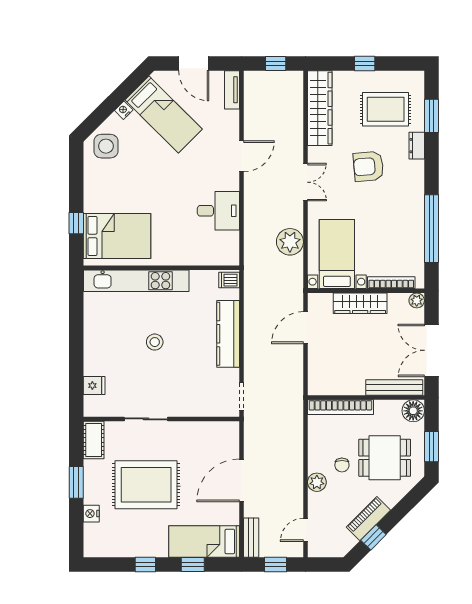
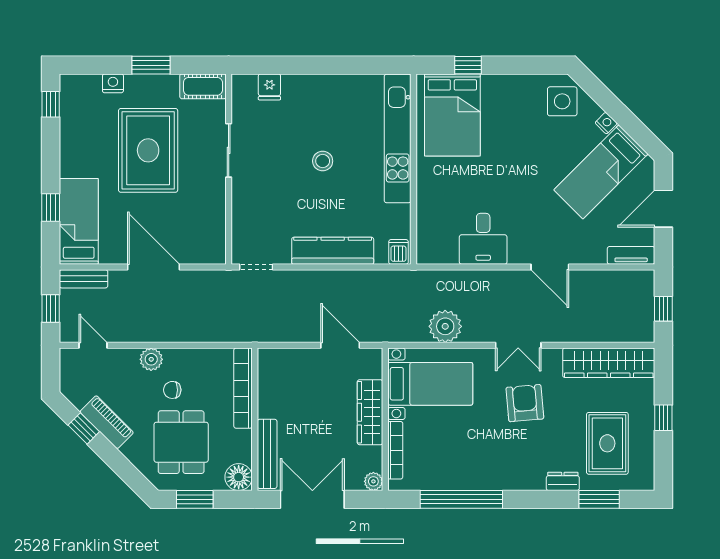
armchair: (368, 166) -> (525, 403), moved
window: (145, 564) -> (51, 104), moved

